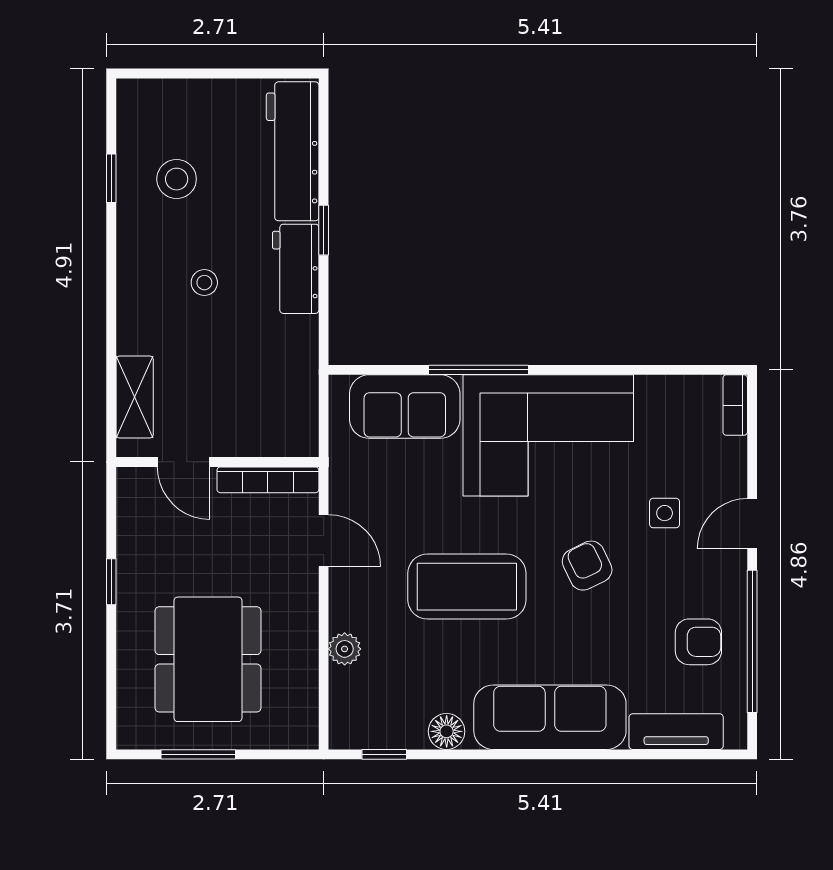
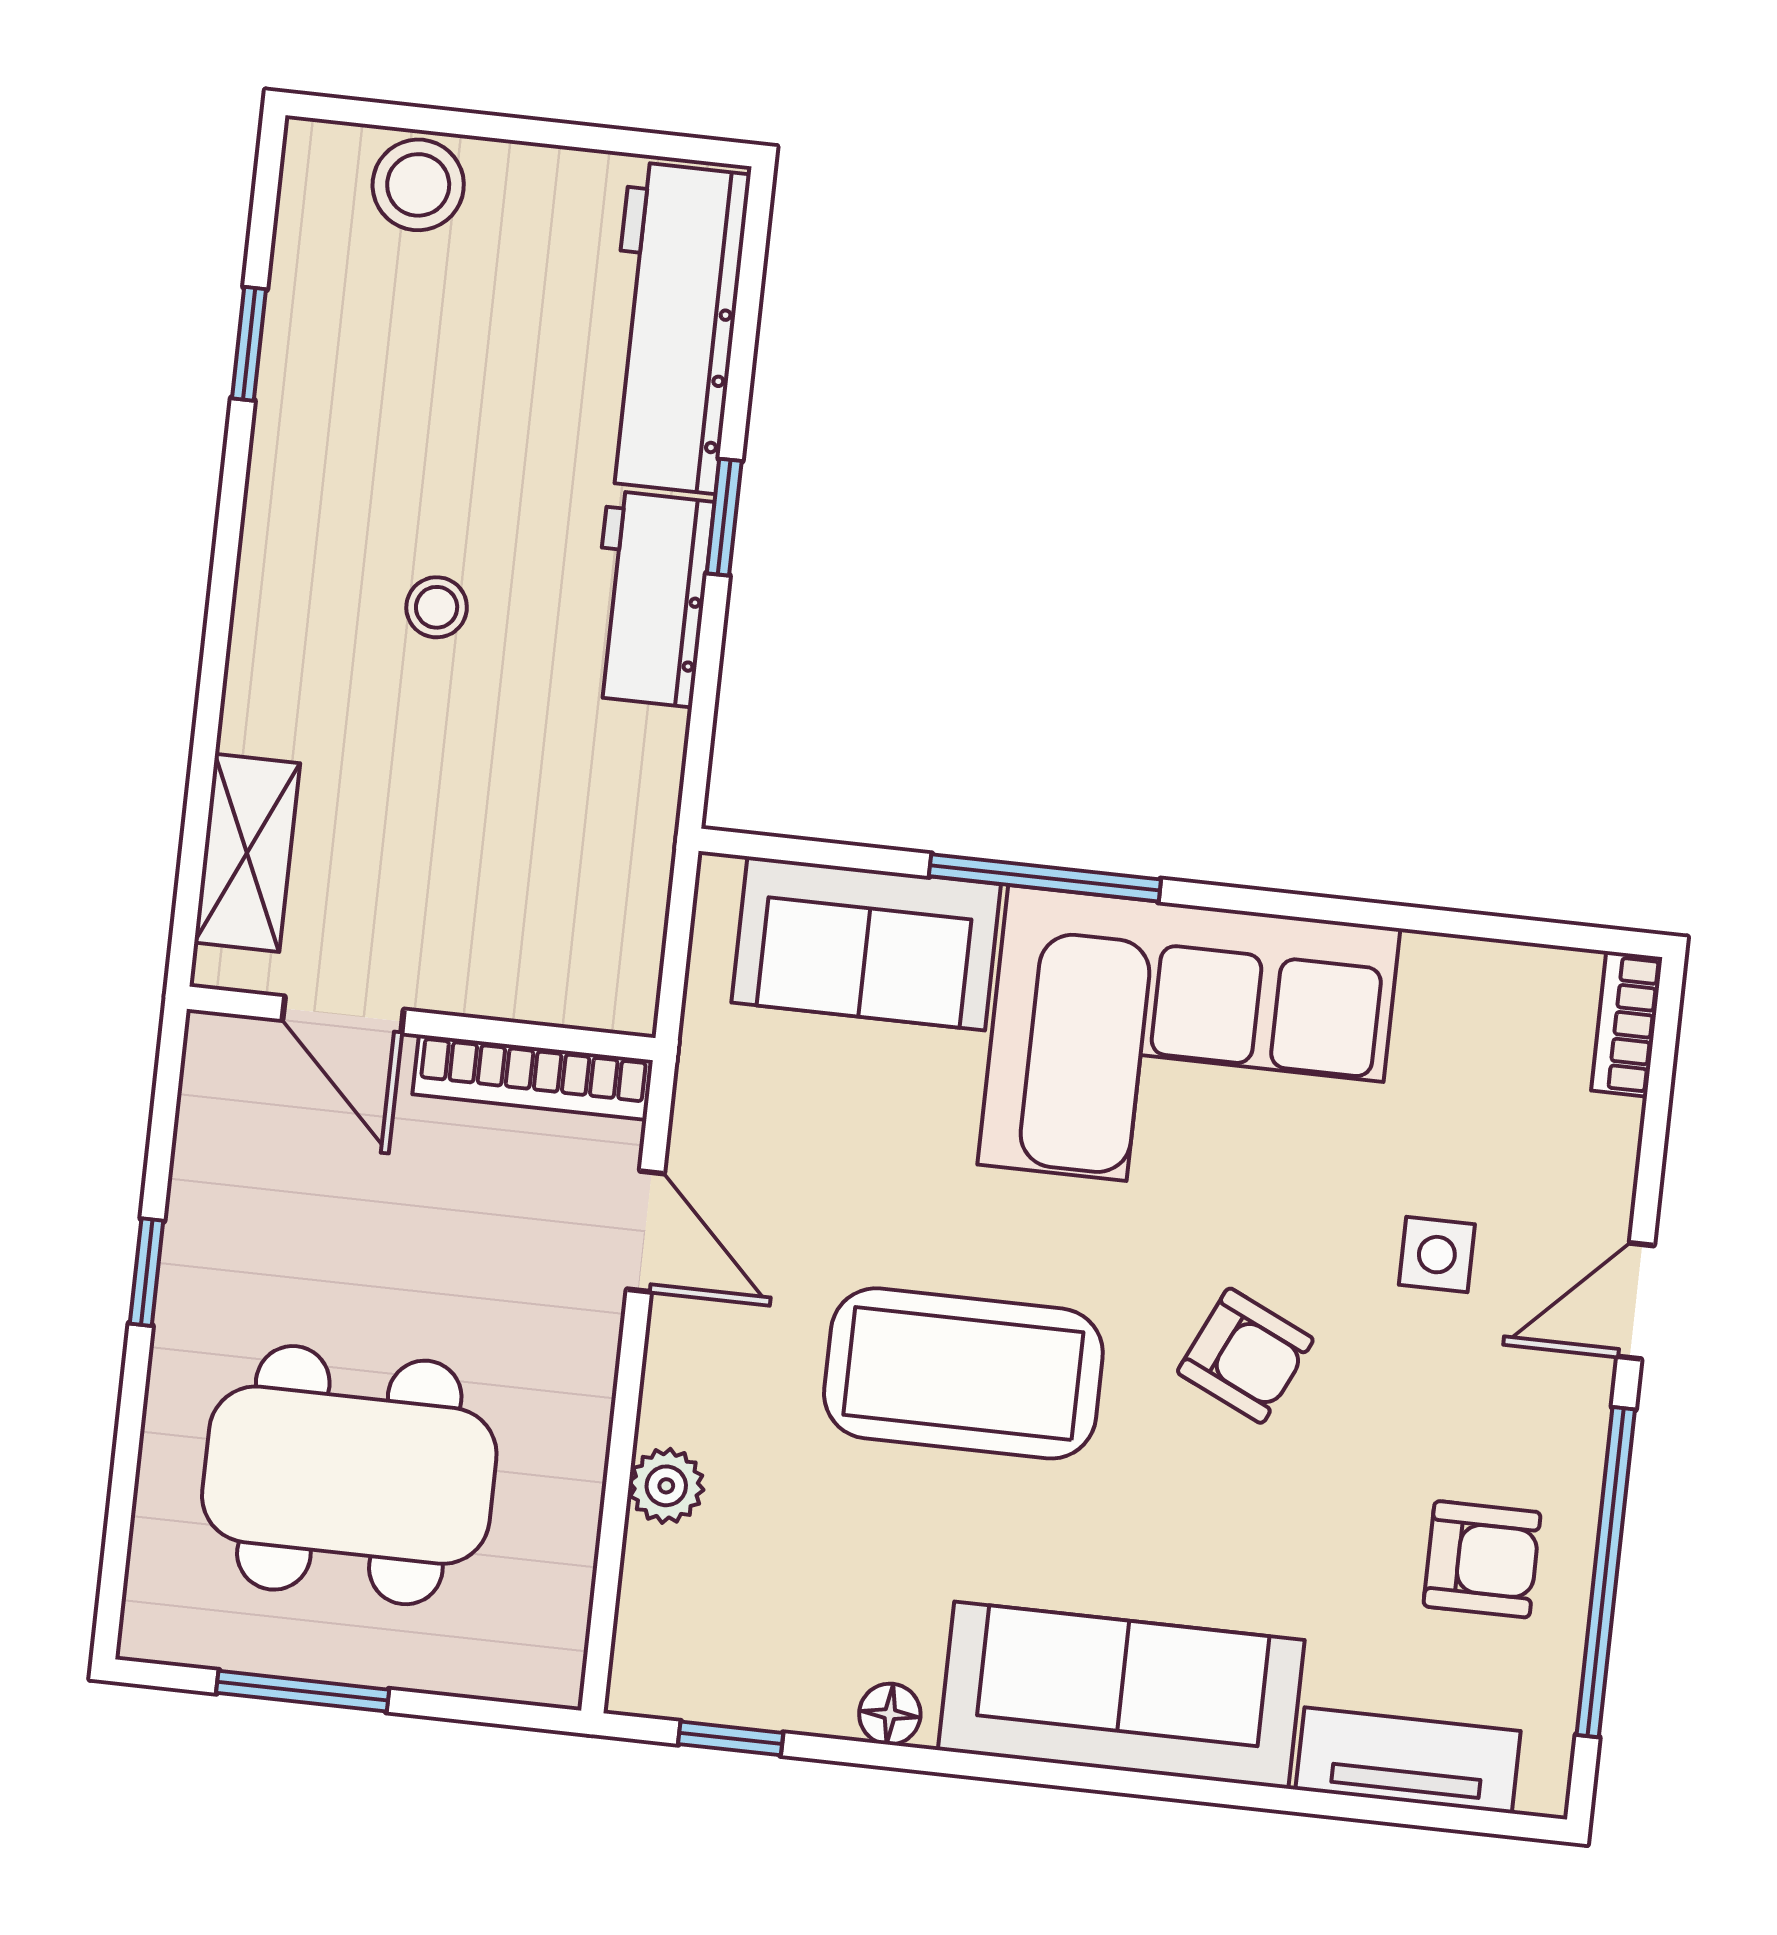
stool: (177, 179) -> (418, 185), moved
armchair: (587, 566) -> (1245, 1356), turned 141
dining table: (208, 659) -> (349, 1475), turned 90
floor lamp: (447, 731) -> (890, 1714), width x0.73, depth x0.73

